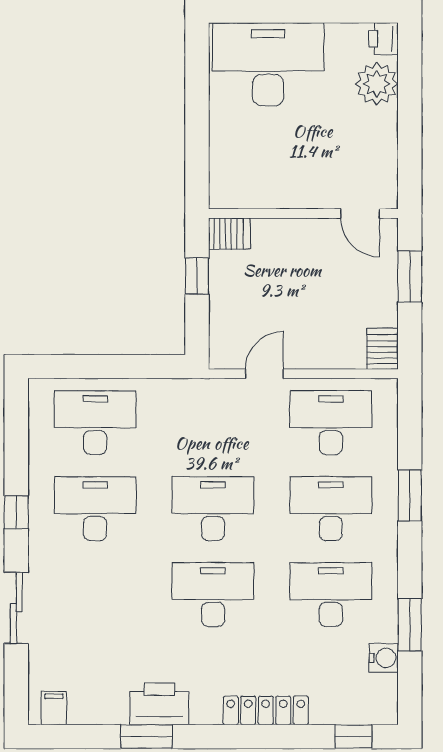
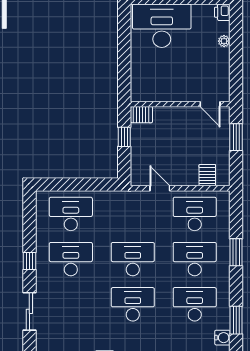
plant: (377, 84) -> (224, 41), width x0.53, depth x0.53
server rack: (382, 349) -> (207, 175), moved
door: (264, 374) -> (160, 188), hinge flipped

